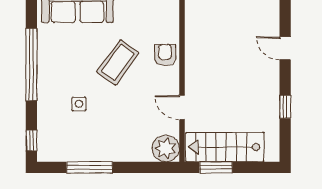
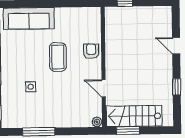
coffee table: (118, 62) -> (58, 57), turned -36
plant: (166, 148) -> (97, 122), width x0.53, depth x0.53

